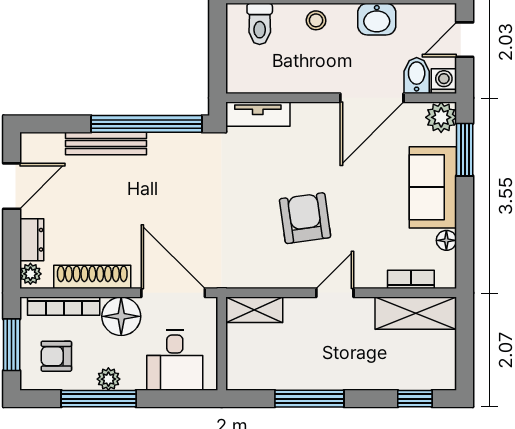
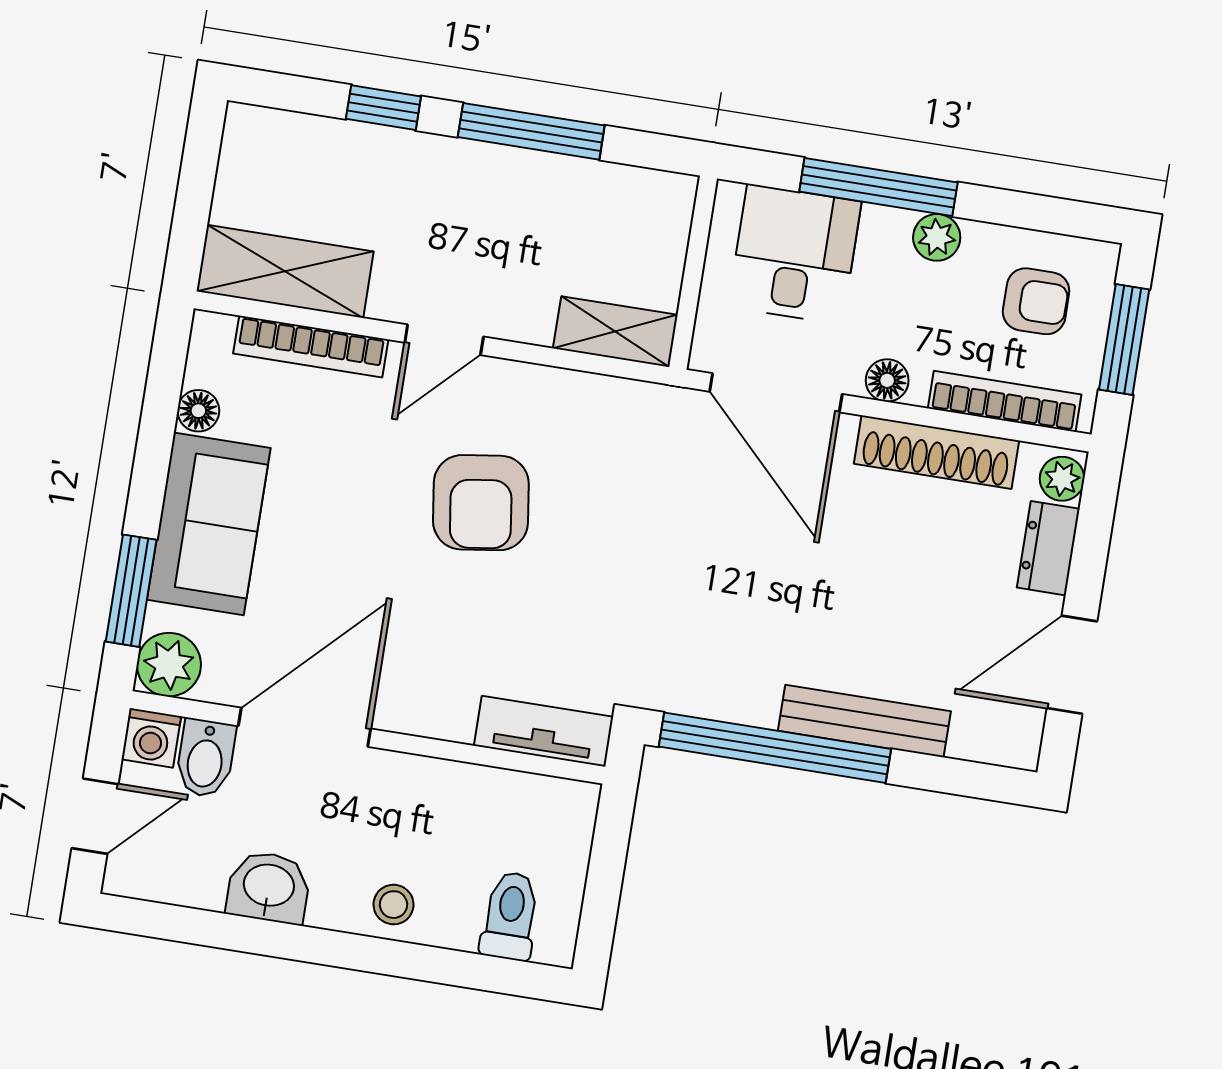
bookcase: (411, 279) -> (311, 347), width x1.56
floor lamp: (121, 316) -> (887, 380), width x0.53, depth x0.53
window: (99, 399) -> (878, 187), moved
window: (415, 399) -> (383, 108), moved

